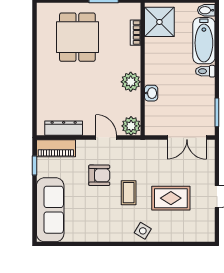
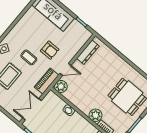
plant: (131, 82) -> (95, 115), moved
piano: (56, 148) -> (47, 81), moved
armchair: (99, 175) -> (50, 50), turned -90

